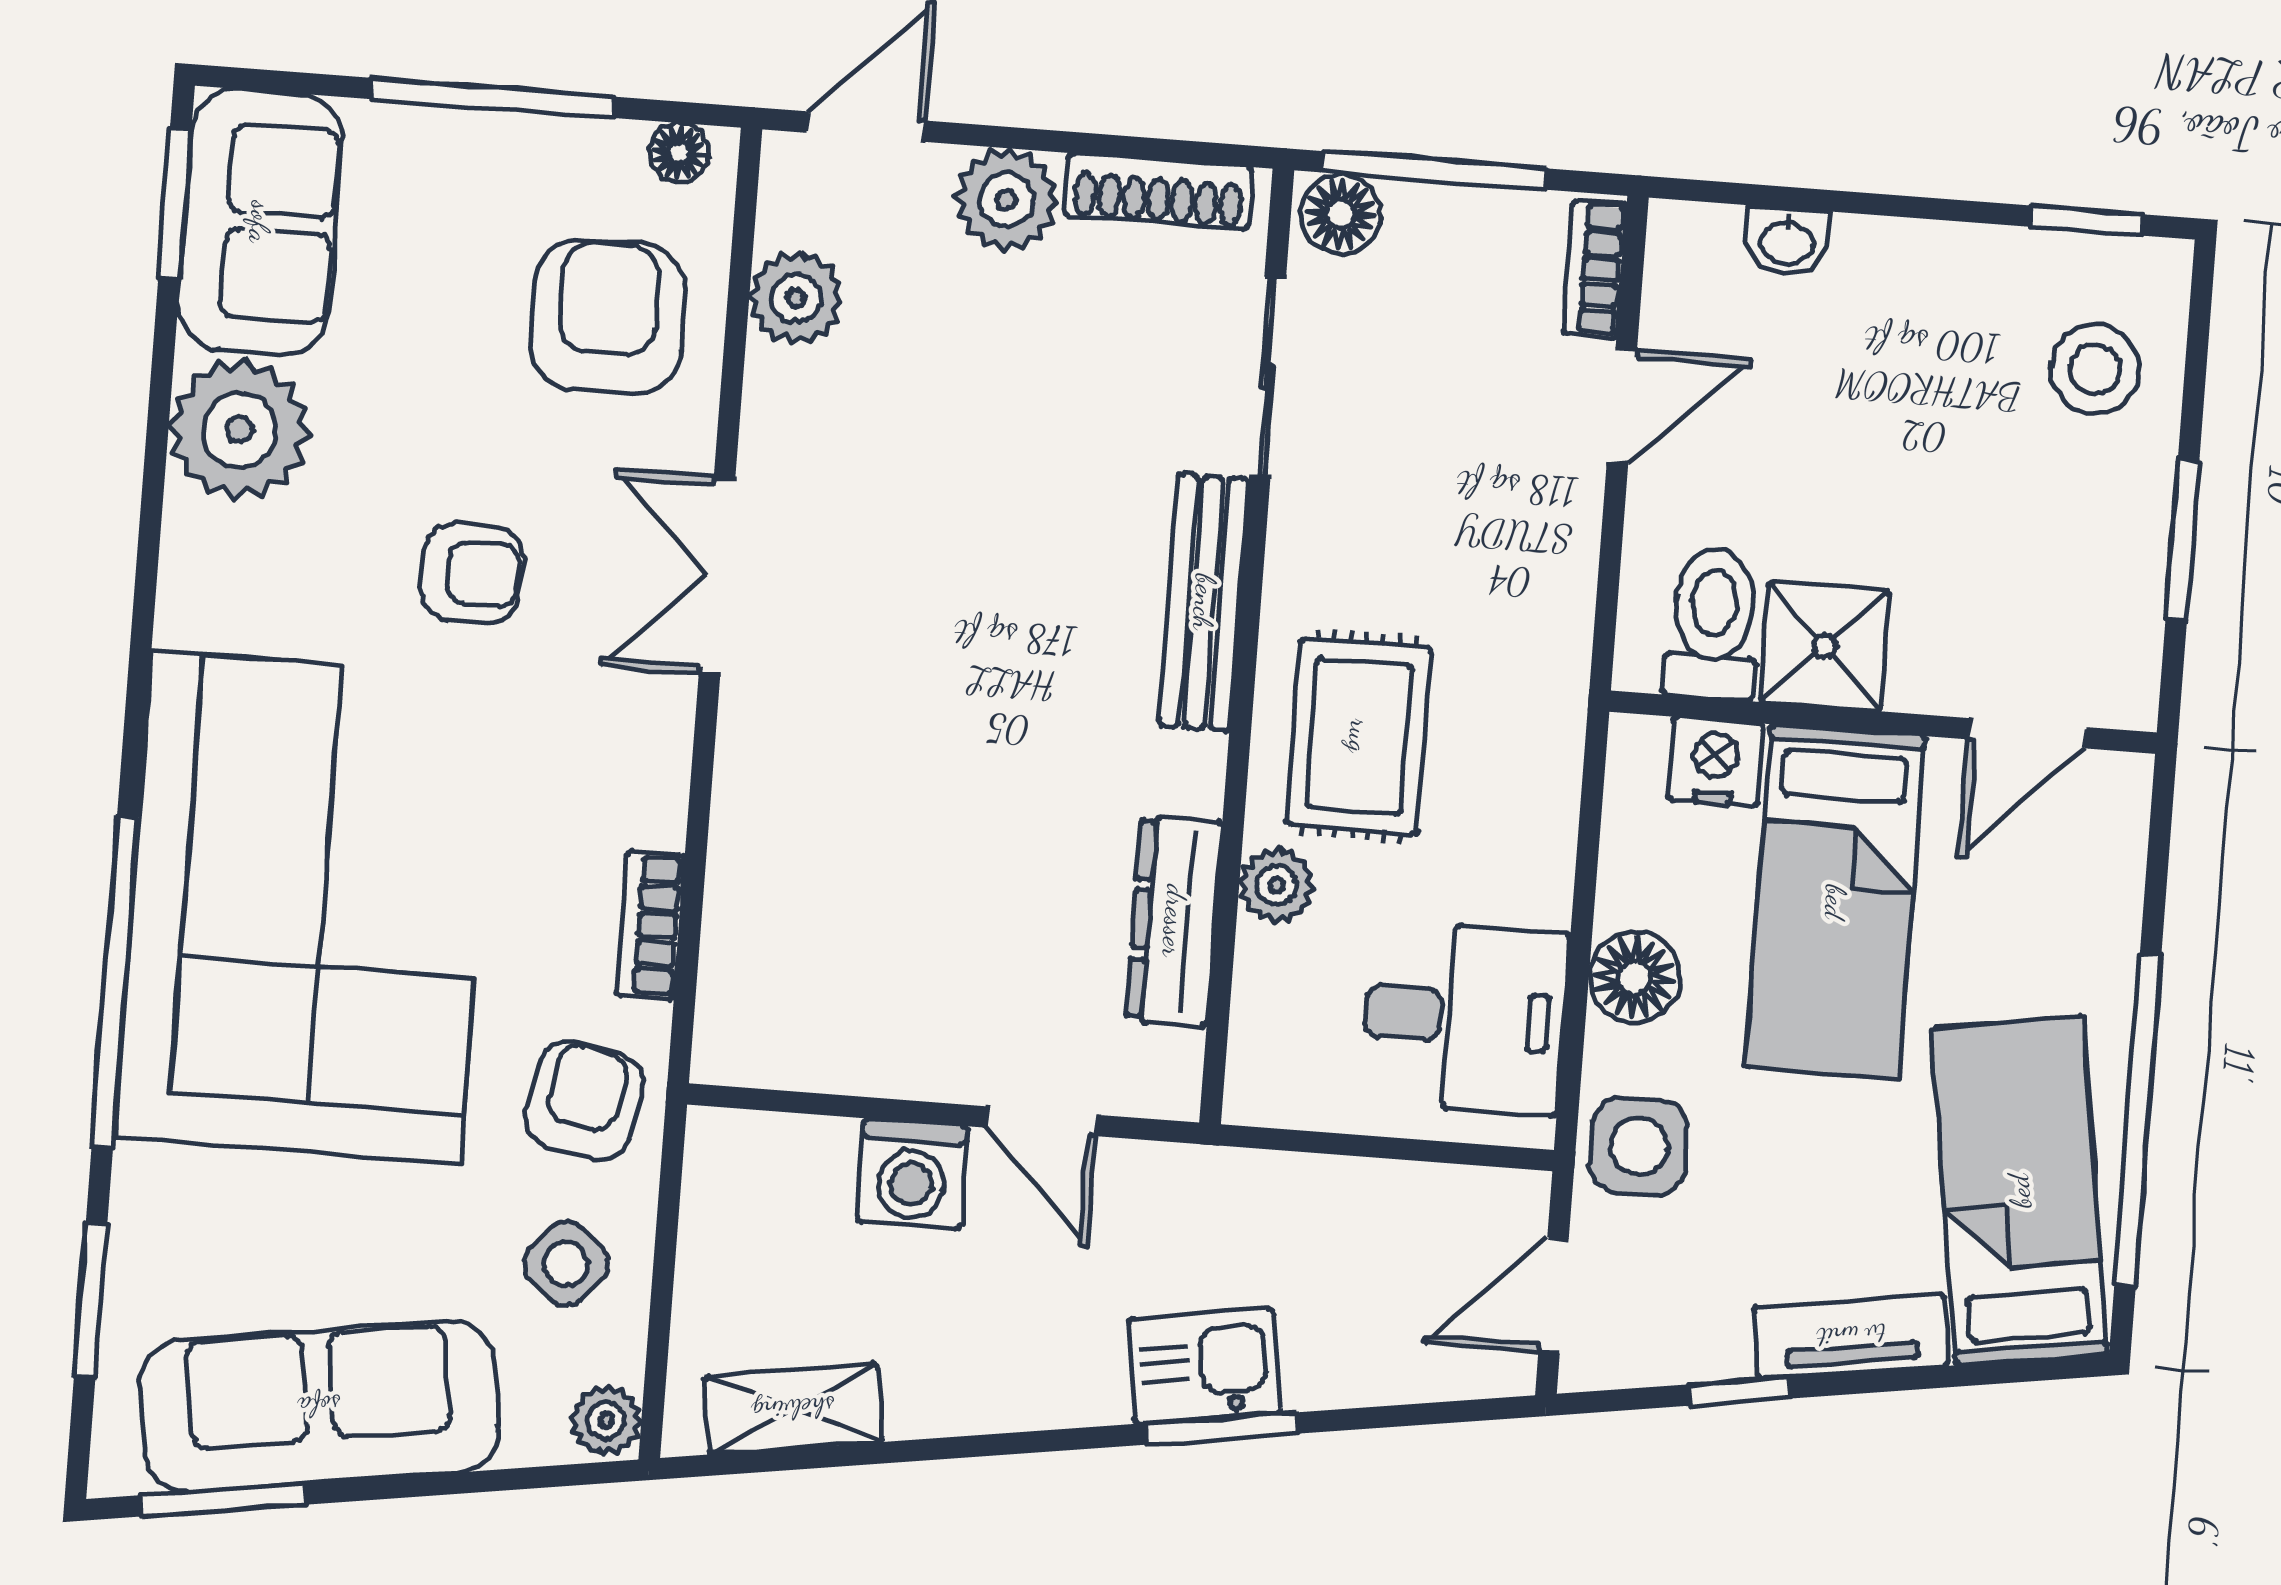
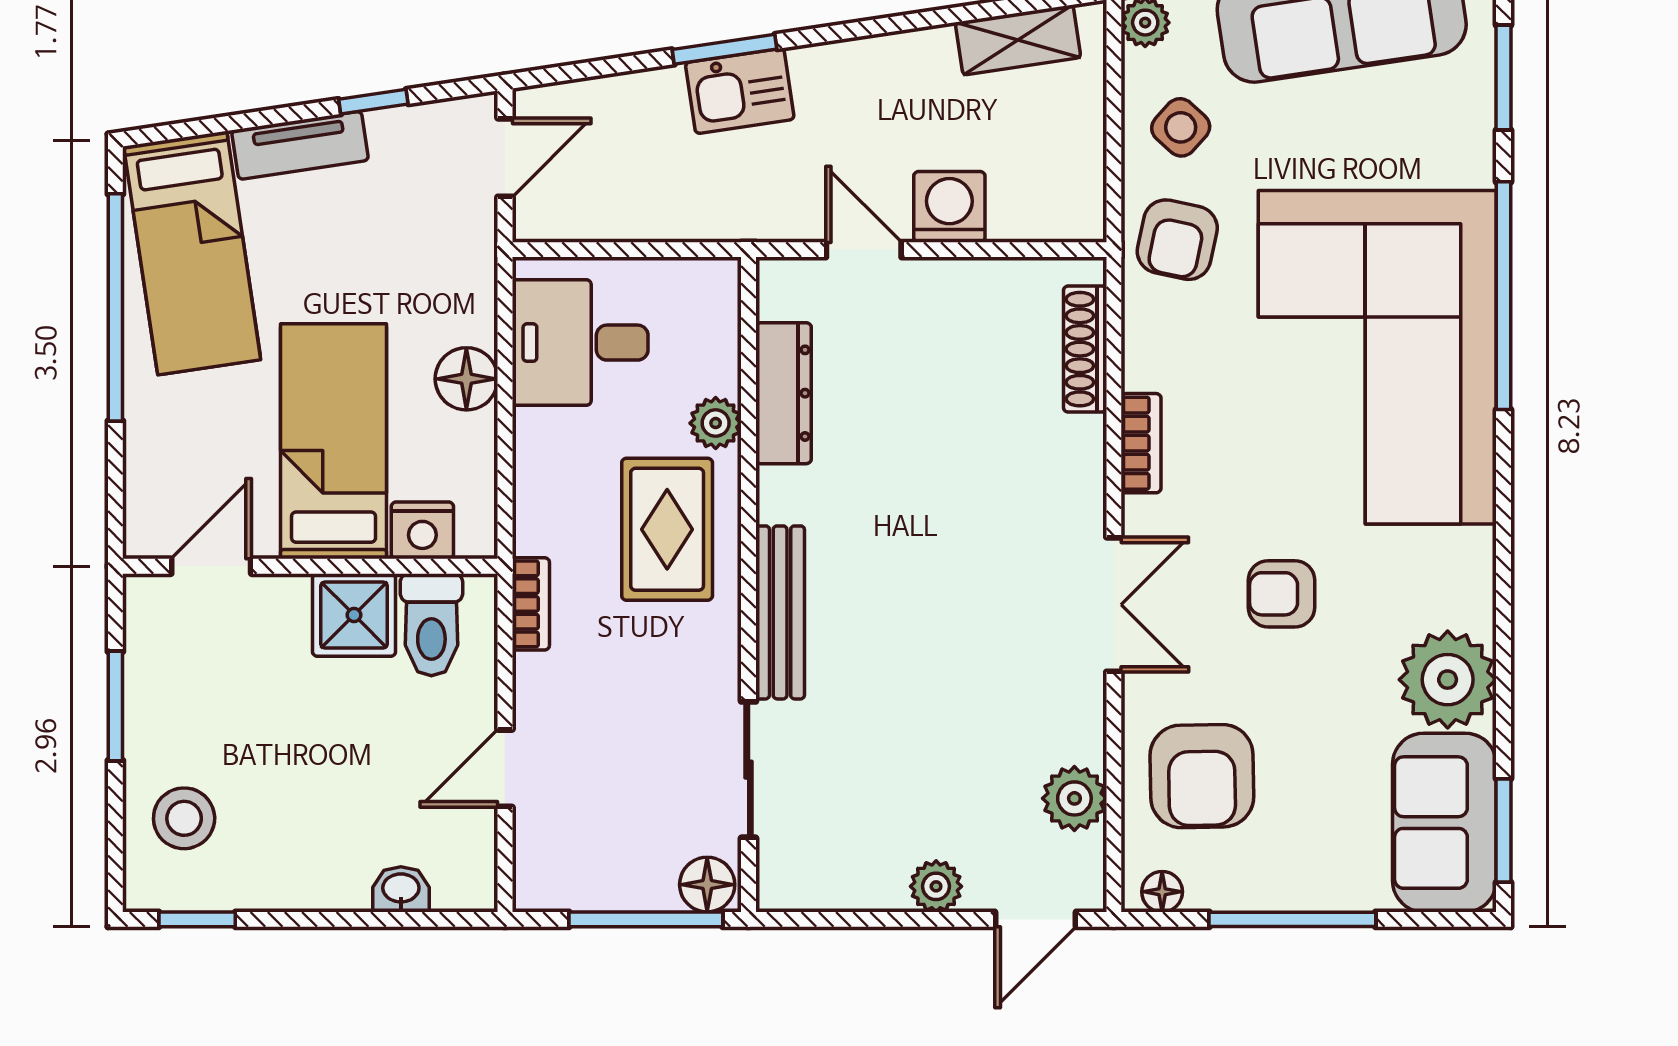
shoe rack: (1158, 191) -> (1085, 349), moved, turned -90
plant: (1006, 200) -> (936, 886), width x0.73, depth x0.73
bookcase: (1595, 269) -> (531, 604), moved
bookcase: (650, 925) -> (1141, 443), moved
side table: (1639, 1146) -> (455, 264), removed

